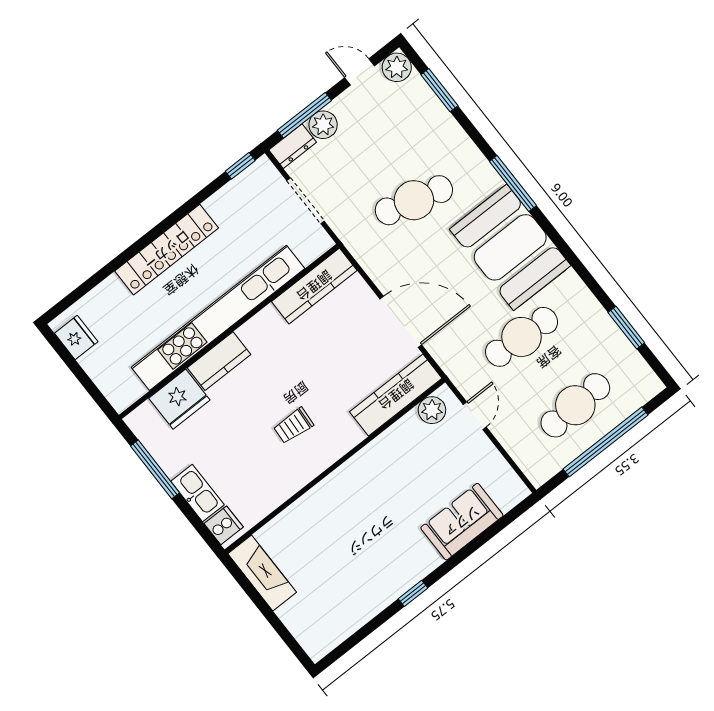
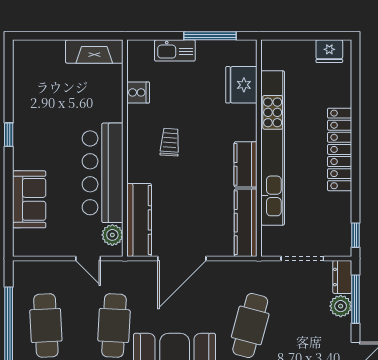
kitchen counter: (219, 361) -> (246, 164), moved
bar counter: (377, 469) -> (103, 173), added
cooker: (224, 525) -> (138, 92), moved, turned -90

